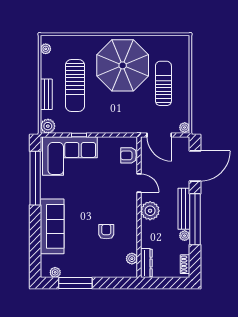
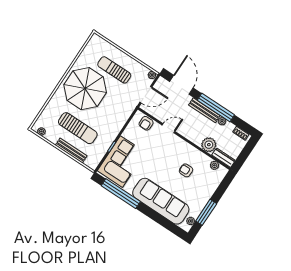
bench: (46, 94) -> (71, 151), width x1.36
plant: (48, 126) -> (92, 163), removed
plant: (150, 211) -> (209, 145), moved
sofa: (52, 226) -> (161, 201), width x1.36, depth x1.27

